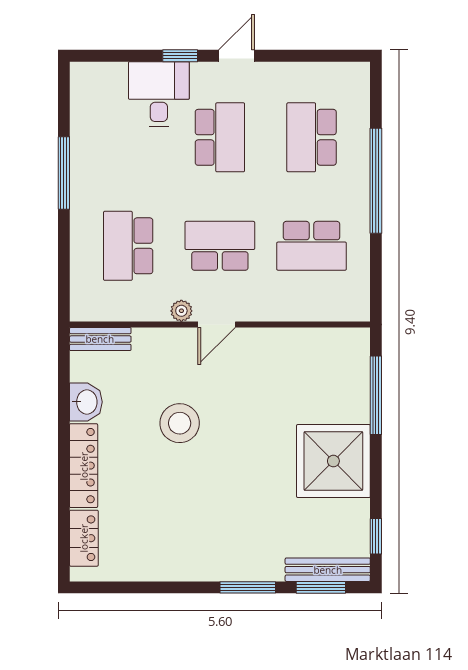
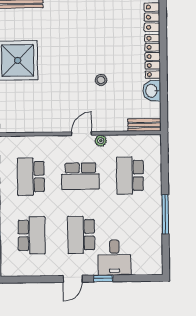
school desk: (128, 246) -> (130, 175), turned 180
school desk: (312, 246) -> (31, 177), turned -90
stool: (180, 423) -> (101, 80), width x0.53, depth x0.53

